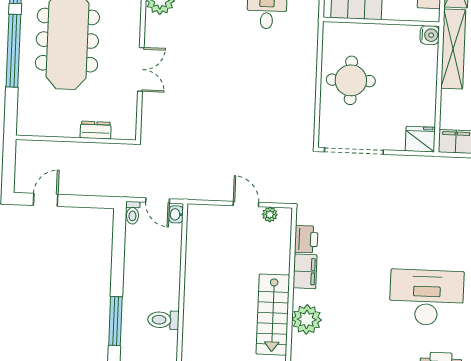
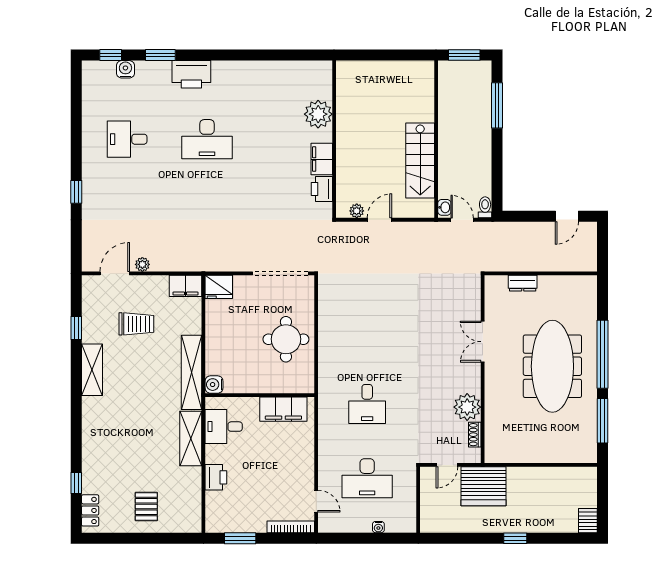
door: (246, 204) -> (379, 220), swing flipped
desk: (427, 297) -> (207, 139), width x0.73, depth x0.77
stairs: (273, 315) -> (420, 161), moved, turned 180
toilet: (163, 320) -> (452, 108), removed

